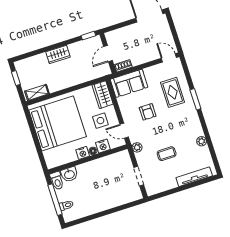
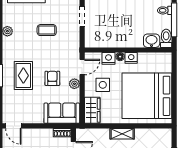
shelving: (37, 92) -> (122, 134), moved
rug: (173, 92) -> (23, 76), moved
door: (124, 131) -> (82, 67), hinge flipped
plant: (137, 147) -> (74, 84), moved

